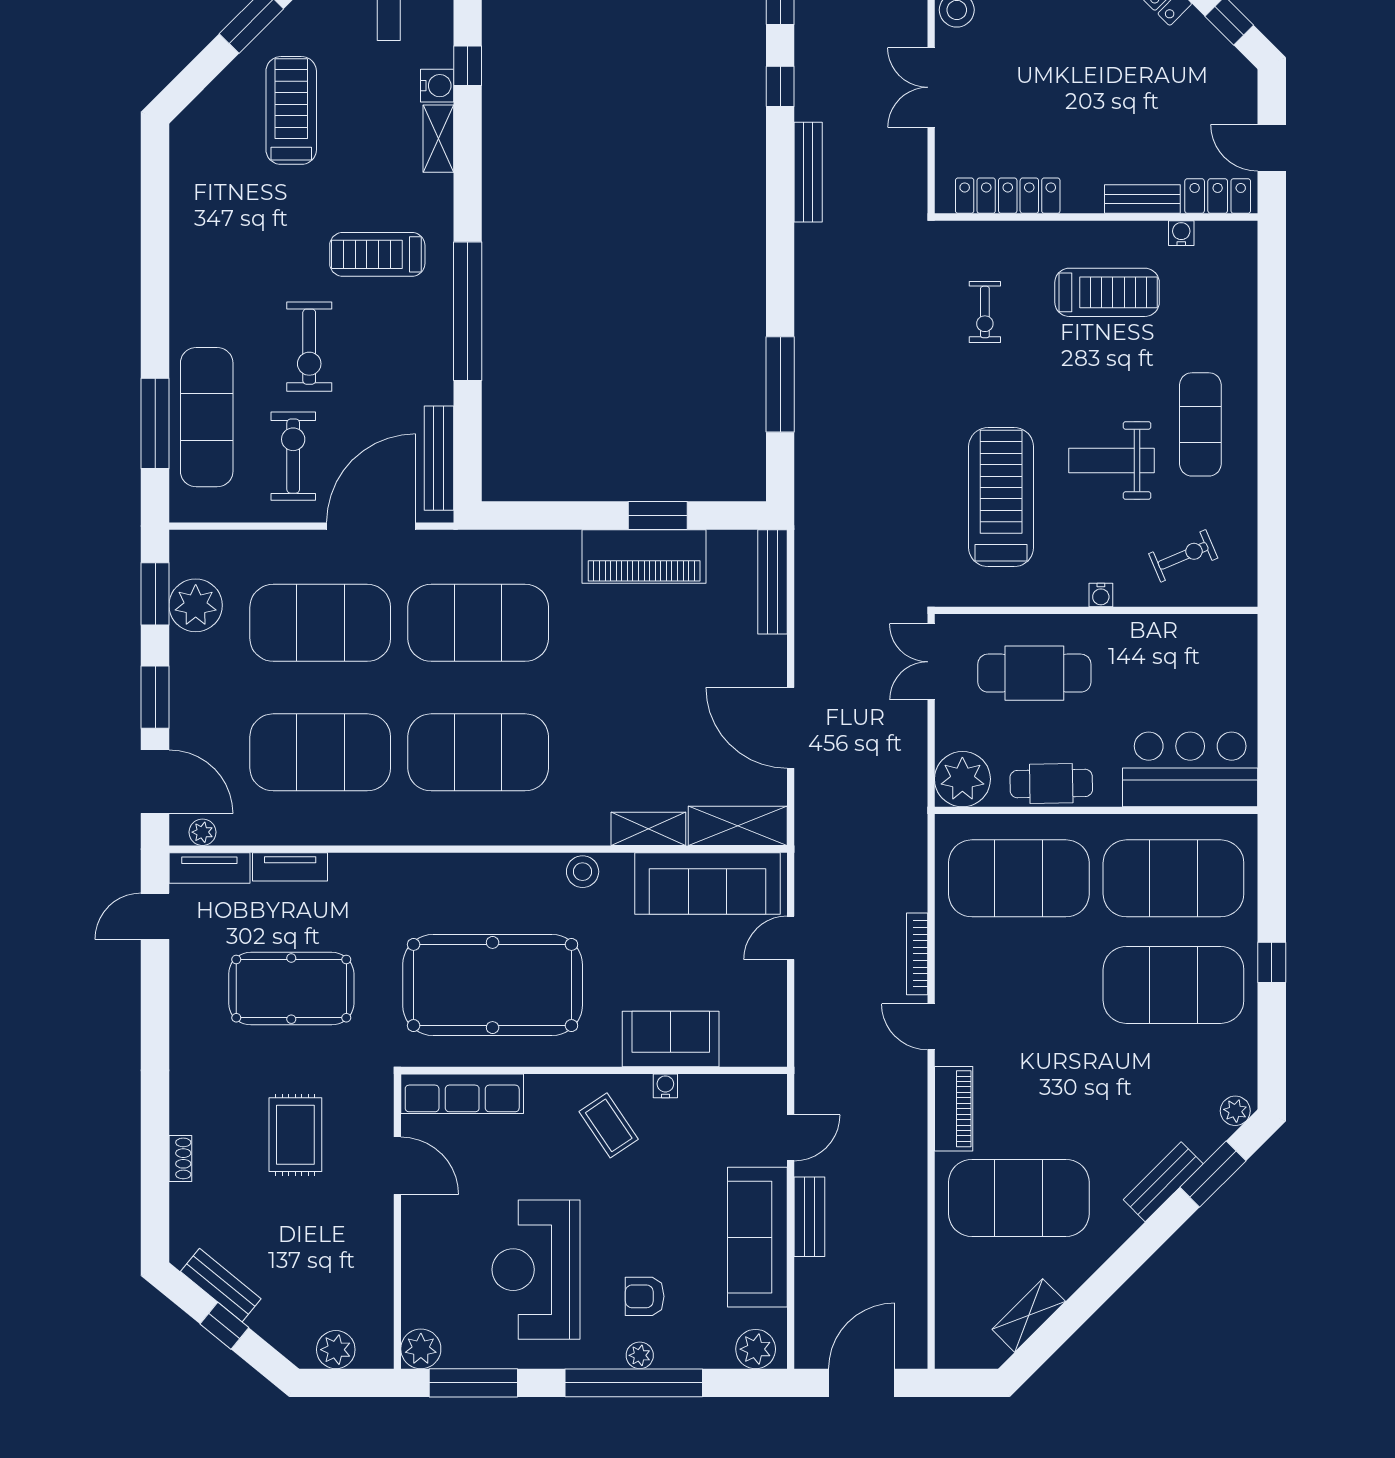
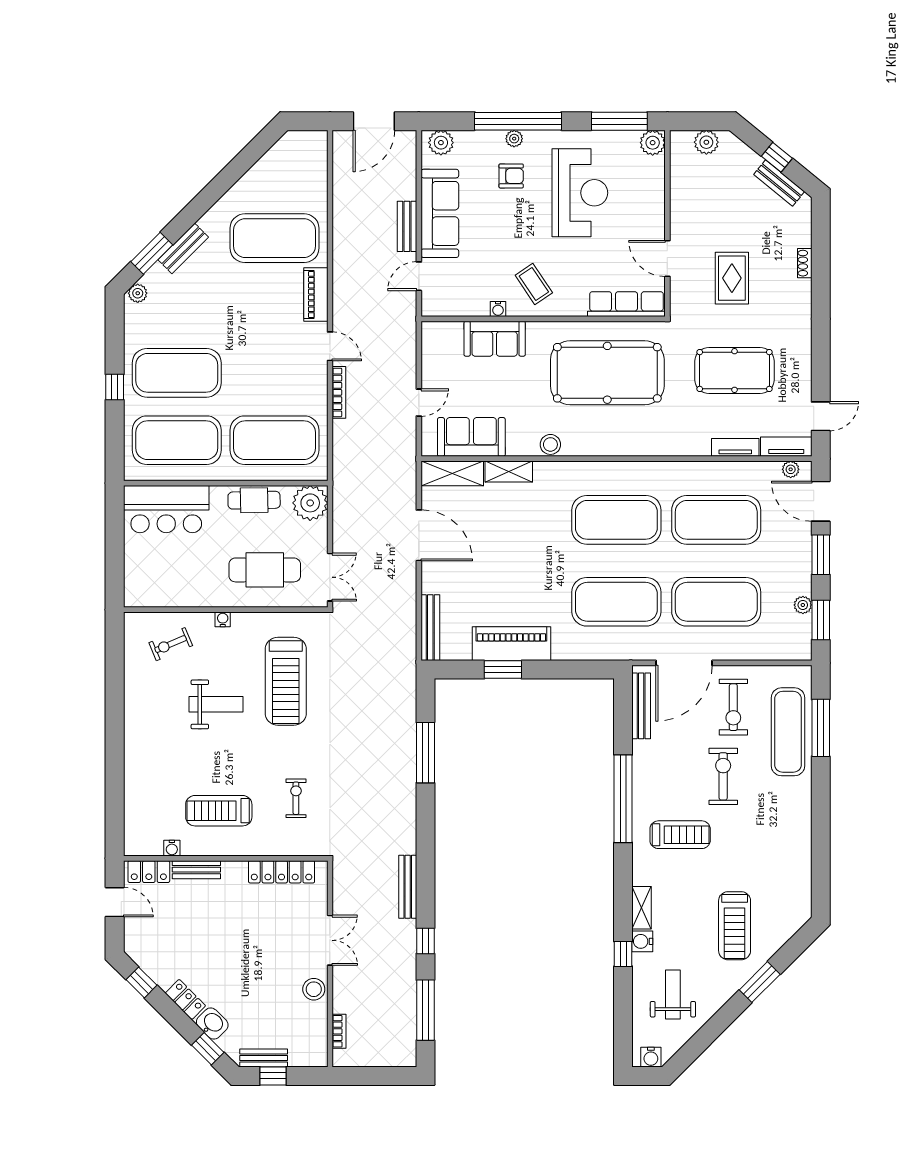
exercise mat: (1200, 424) -> (160, 727), removed
plant: (196, 605) -> (803, 605), width x0.53, depth x0.53
sofa: (707, 883) -> (471, 437), width x0.73
shelving: (1029, 1315) -> (268, 164), removed

